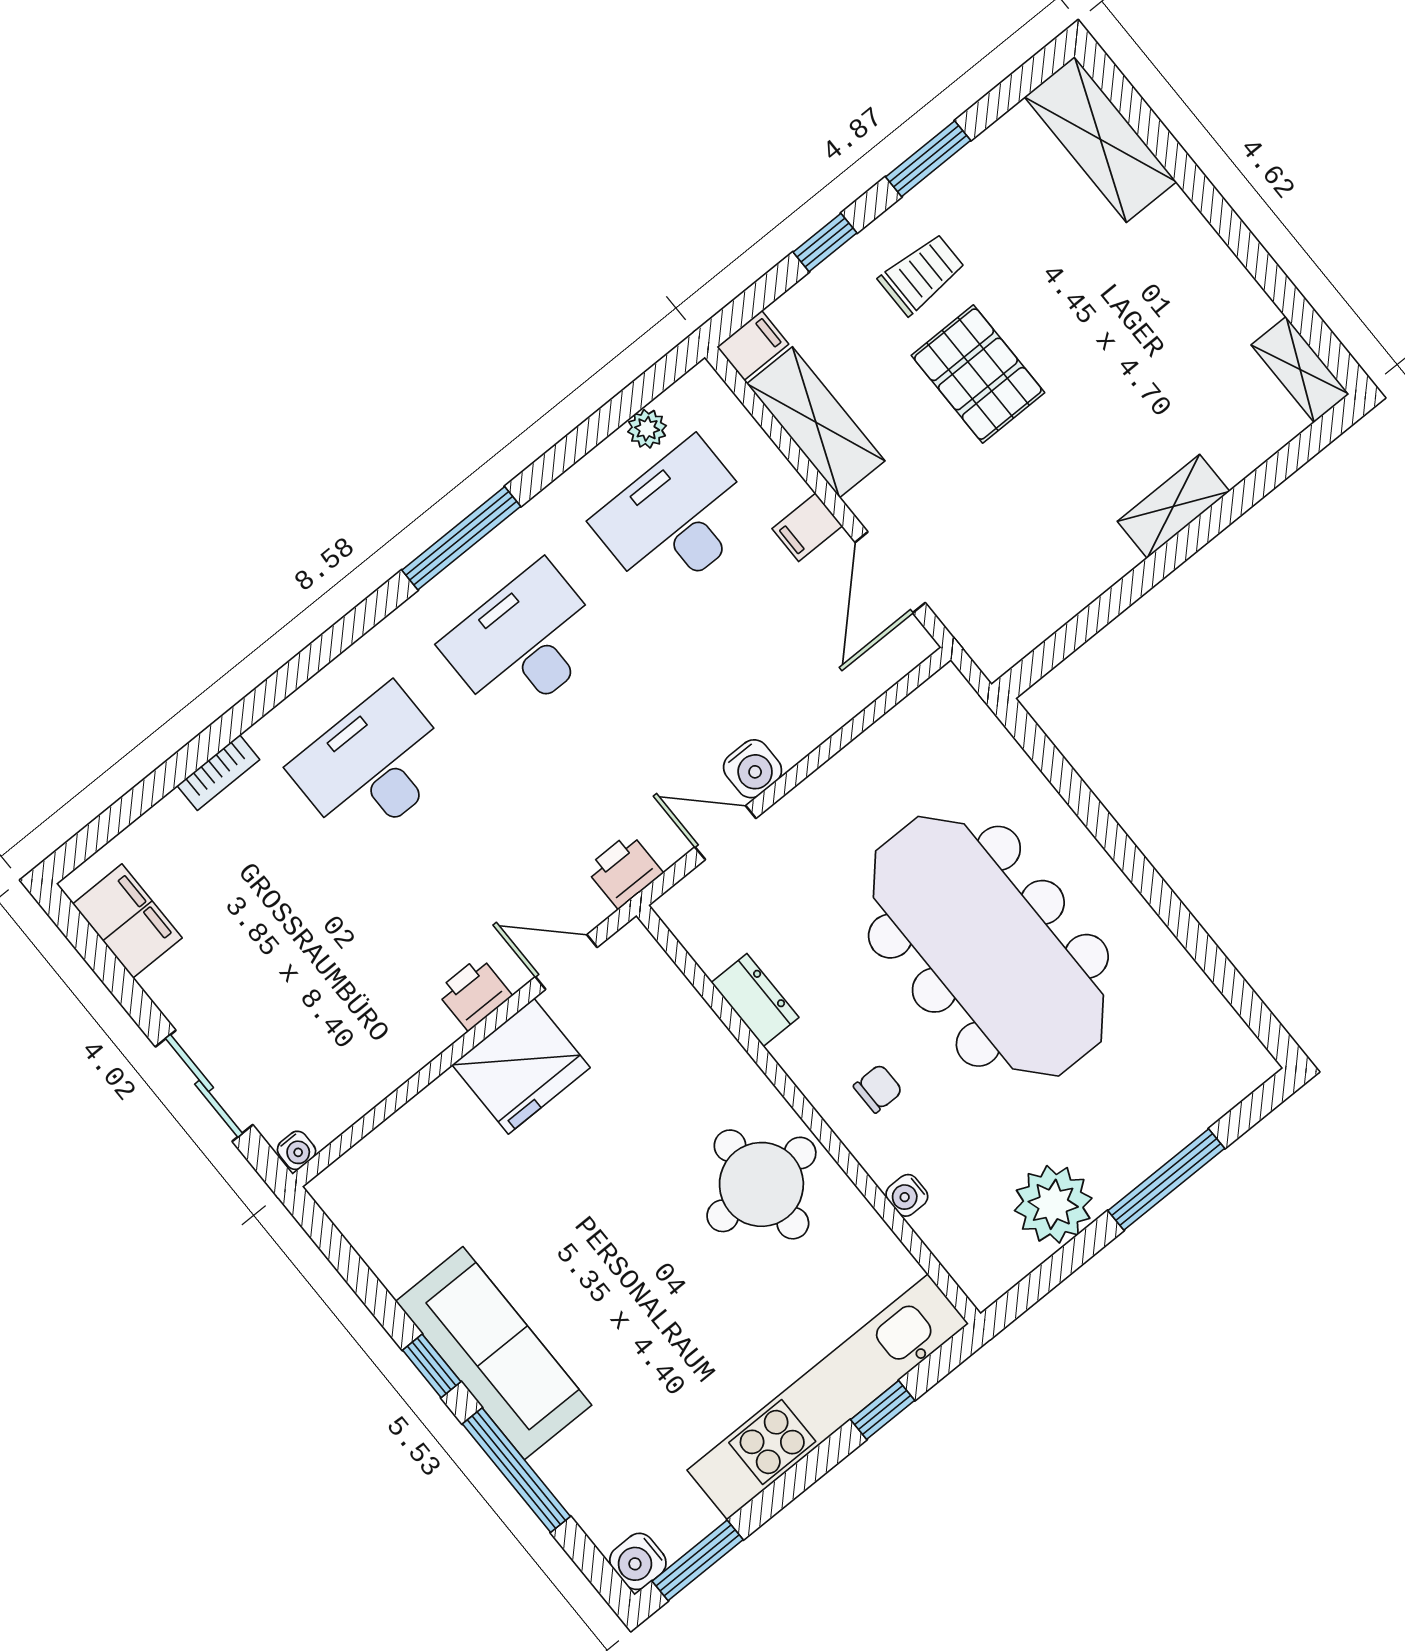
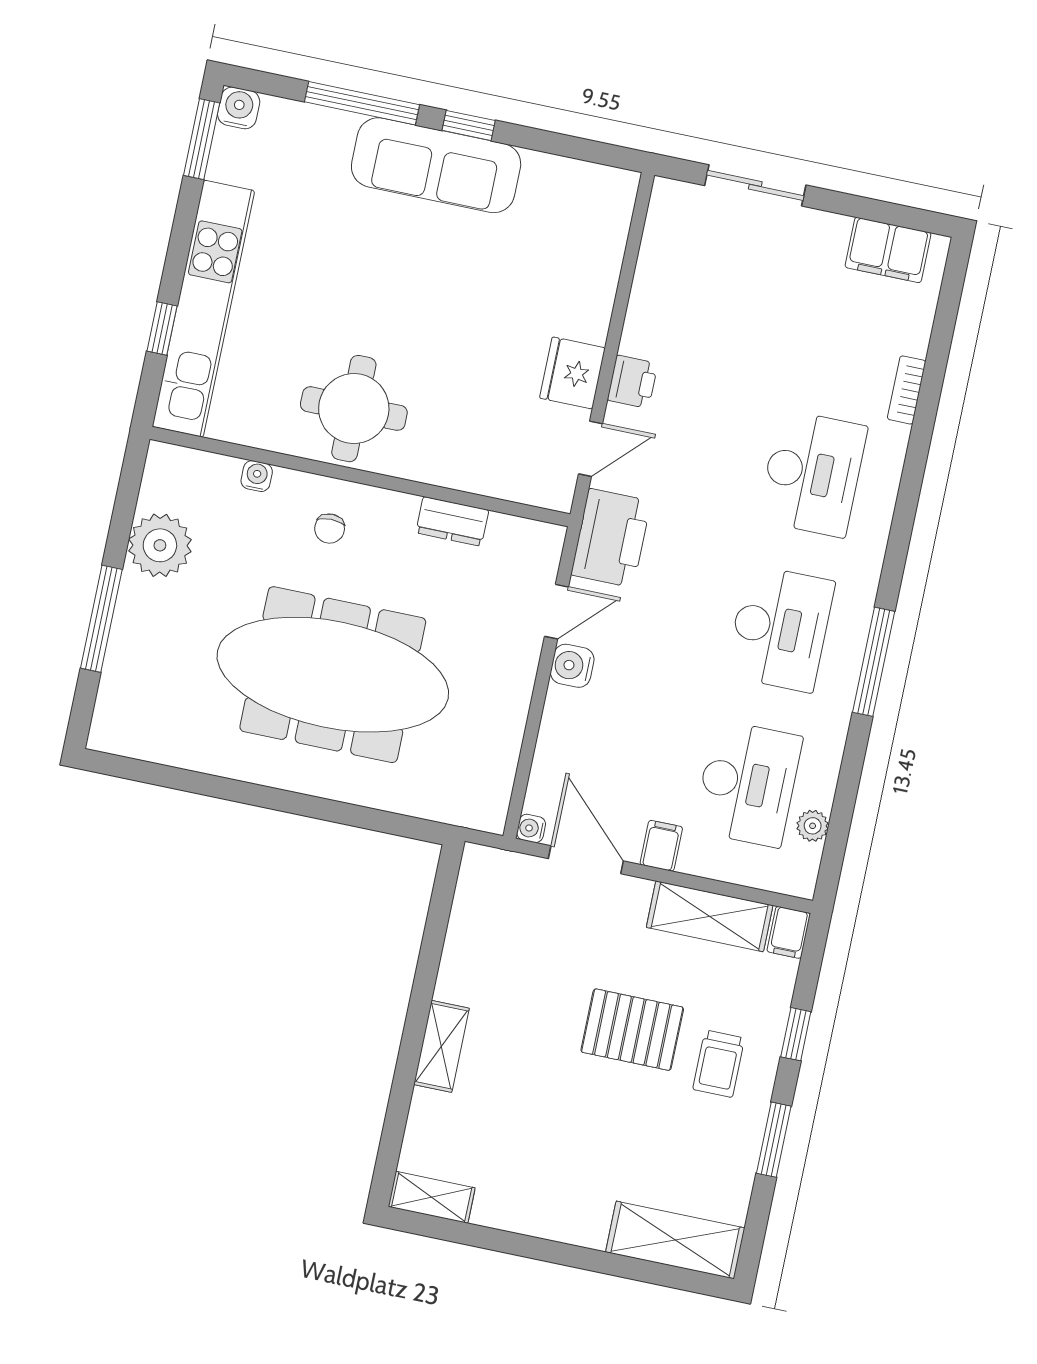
printer: (624, 871) -> (611, 538), width x1.87, depth x1.48
fridge: (521, 1066) -> (572, 373), width x0.73, depth x0.75
water cooler: (296, 1150) -> (531, 828), moved

